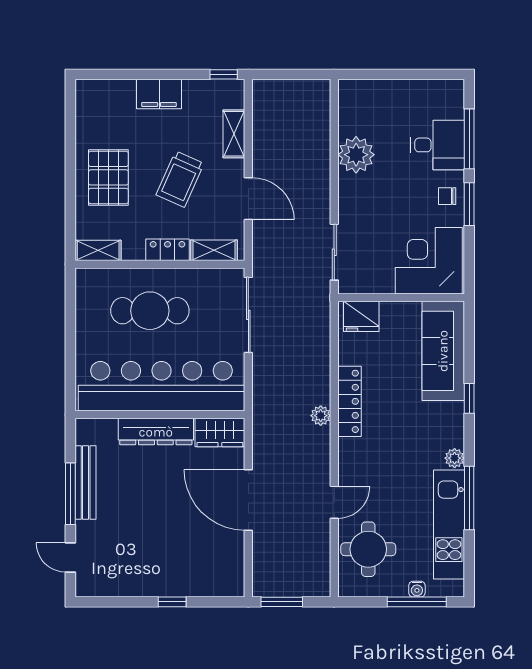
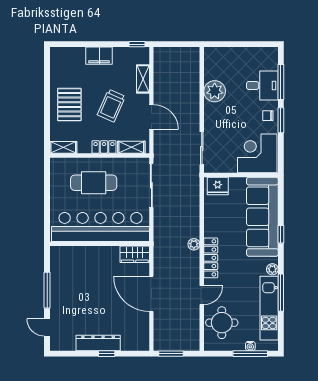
sofa: (443, 351) -> (262, 217), width x1.36, depth x1.27
locker: (349, 401) -> (211, 258), moved
dresser: (156, 432) -> (98, 343), moved, turned 180
bench: (86, 482) -> (56, 284), removed

